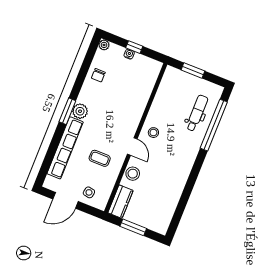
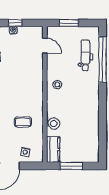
door: (132, 146) -> (45, 46), moved

